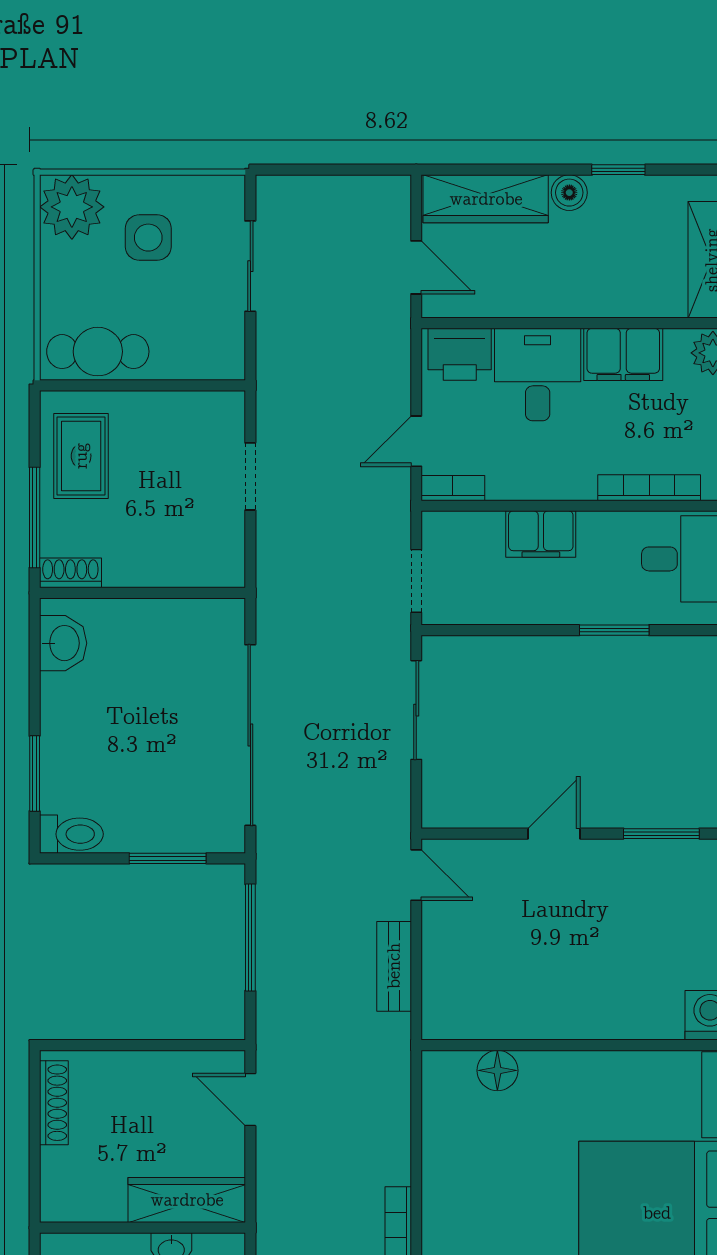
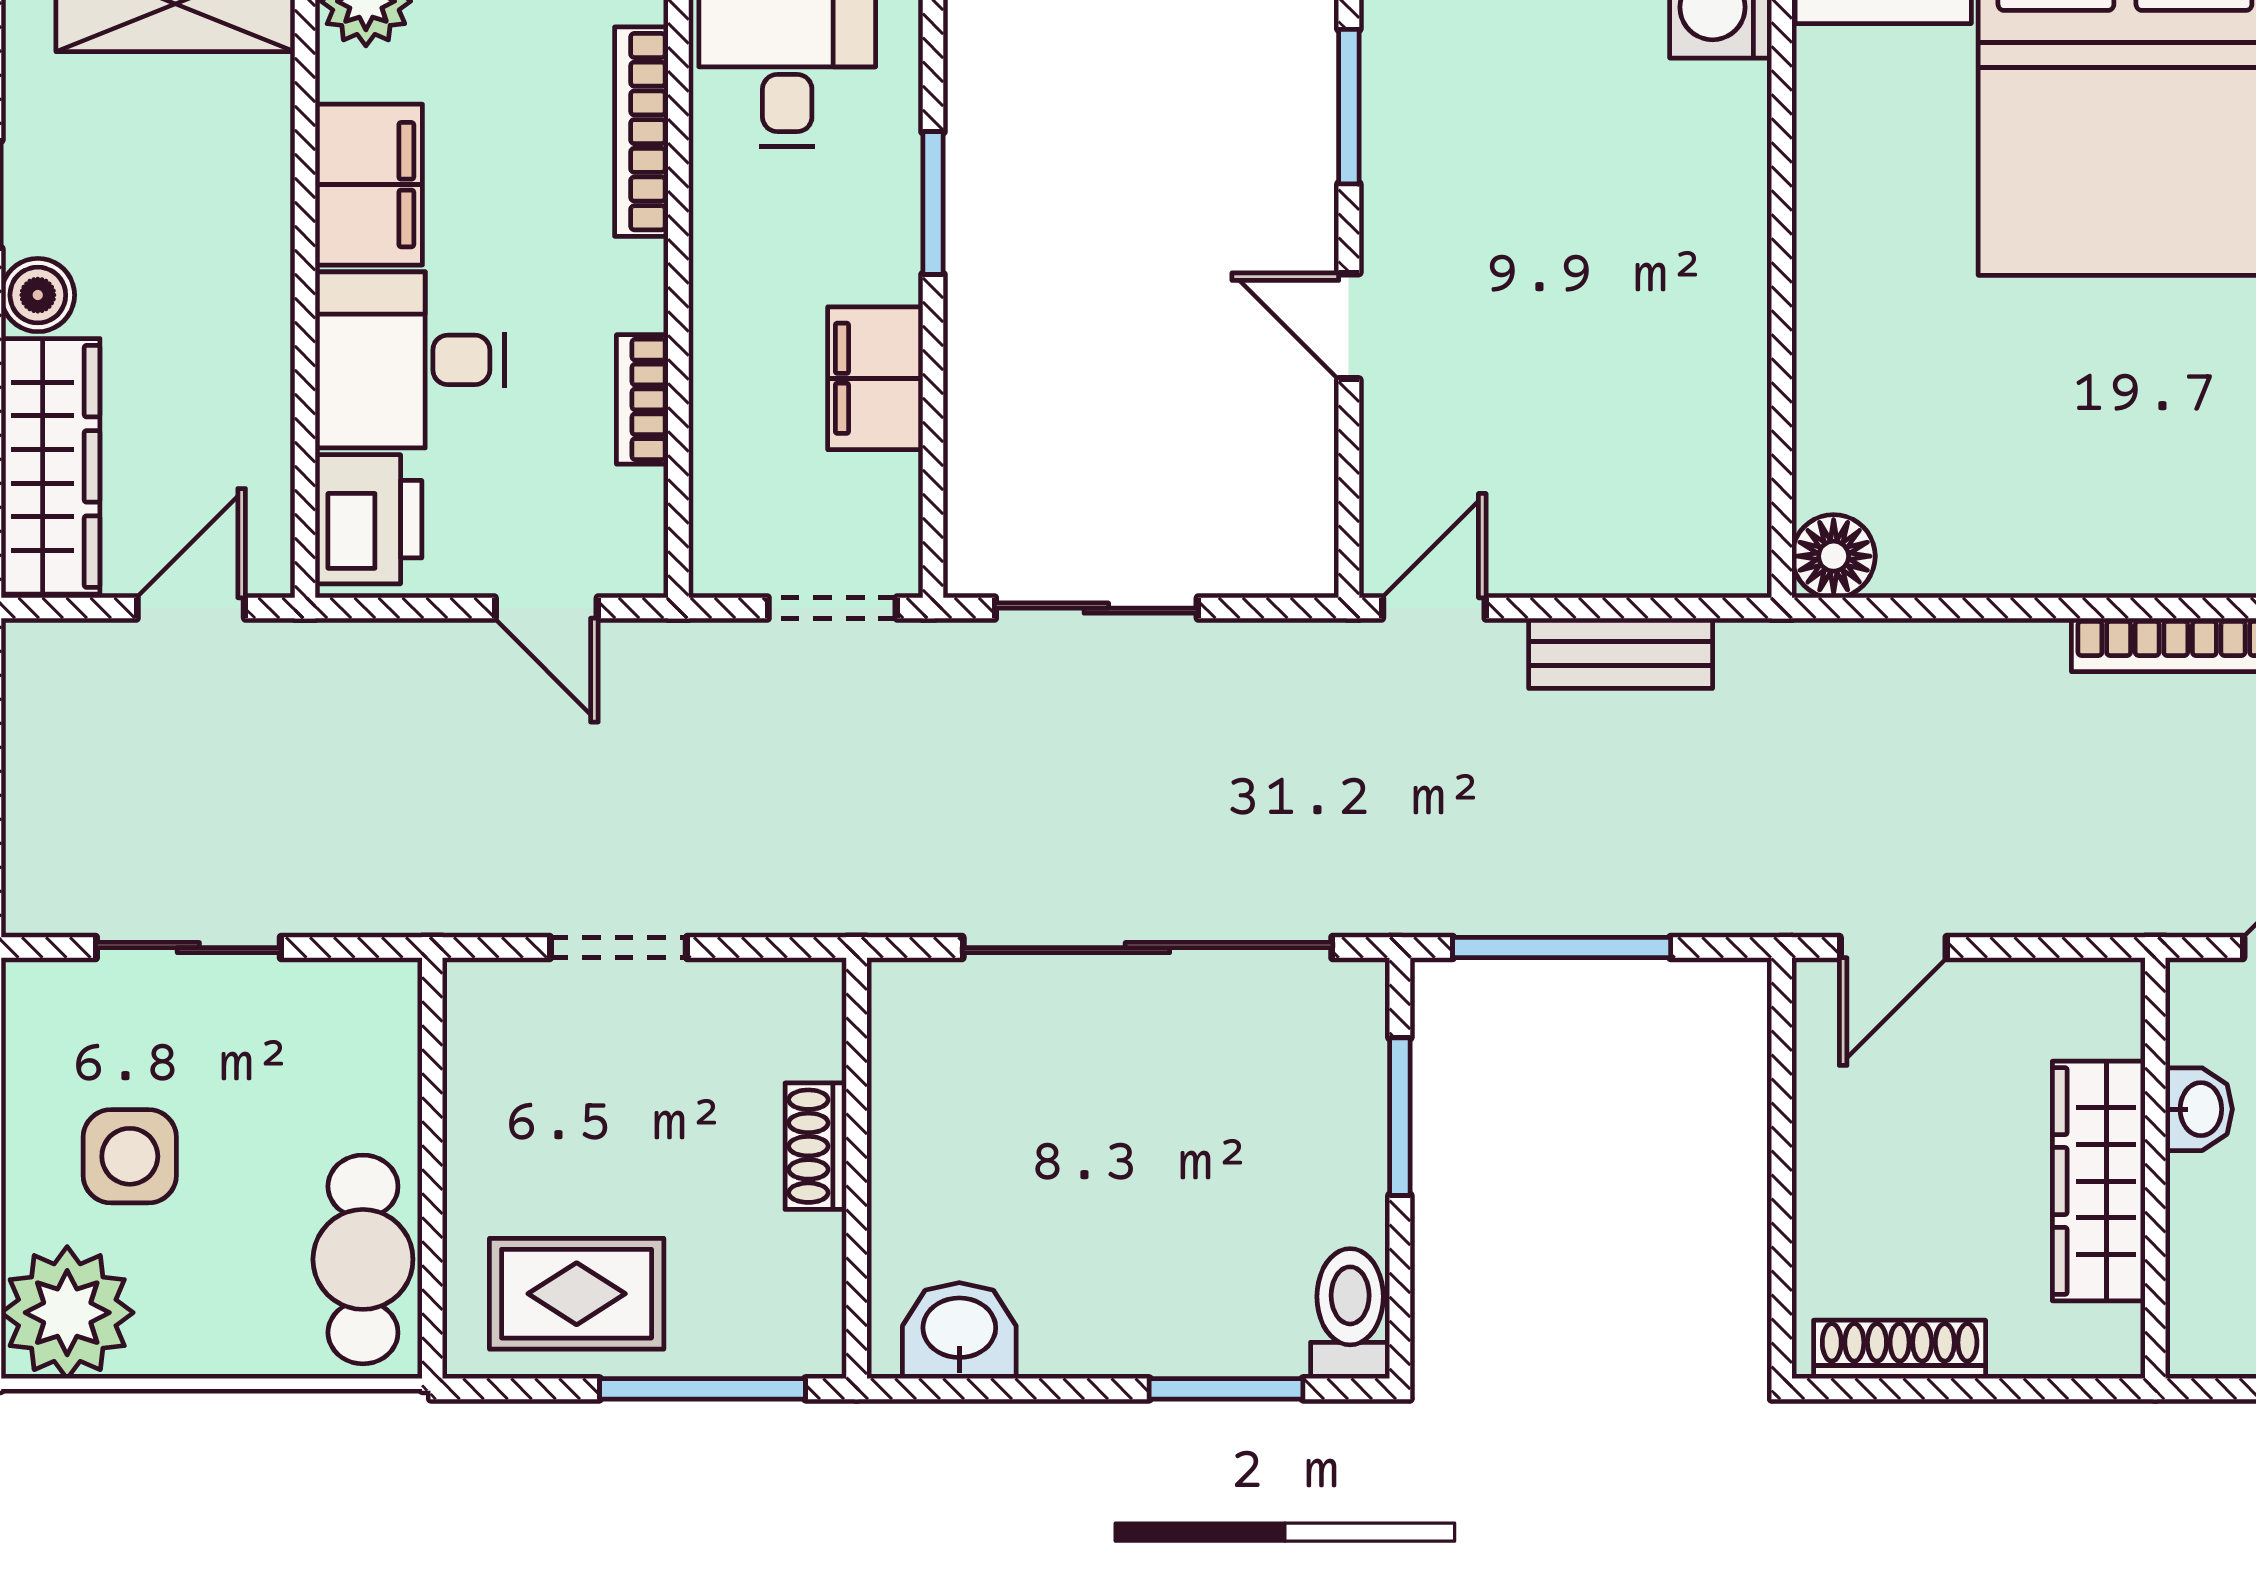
bookcase: (453, 488) -> (642, 399), moved
filing cabinet: (541, 534) -> (875, 378), moved, turned 180
shoe rack: (70, 573) -> (816, 1146), moved
floor lamp: (497, 1070) -> (1834, 556), moved
wardrobe: (187, 1200) -> (2099, 1181), moved

